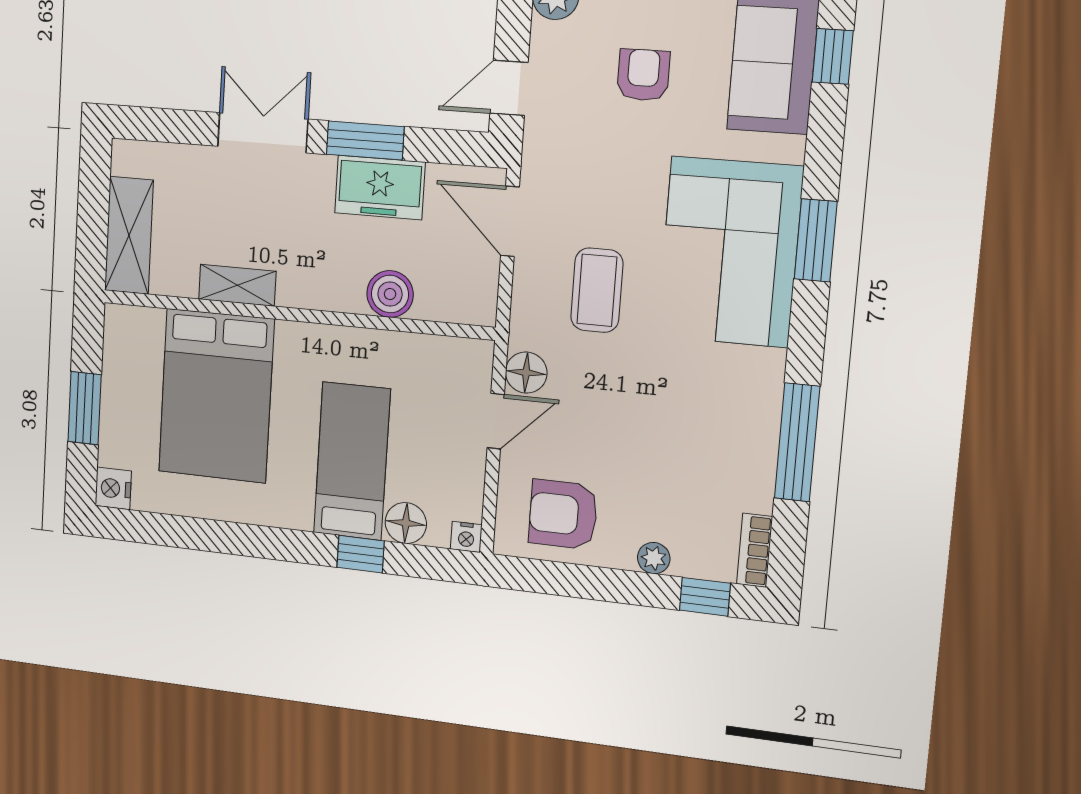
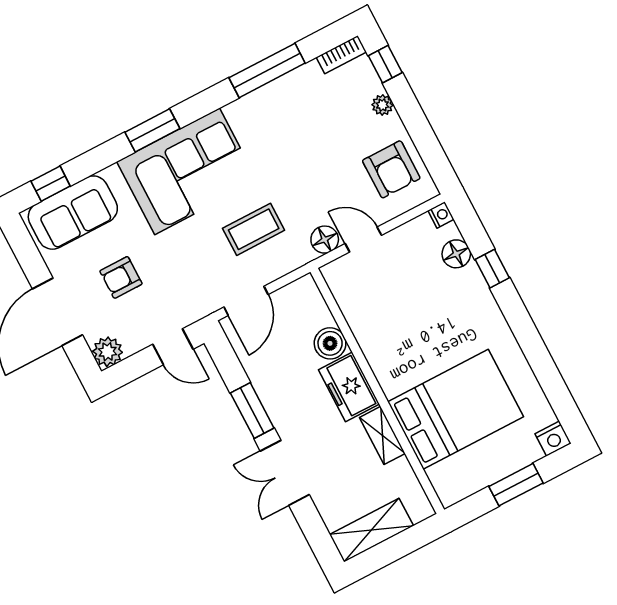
freezer: (380, 188) -> (349, 387), moved, turned 180
shelving: (129, 235) -> (371, 530), moved
bed: (352, 461) -> (441, 307), removed

